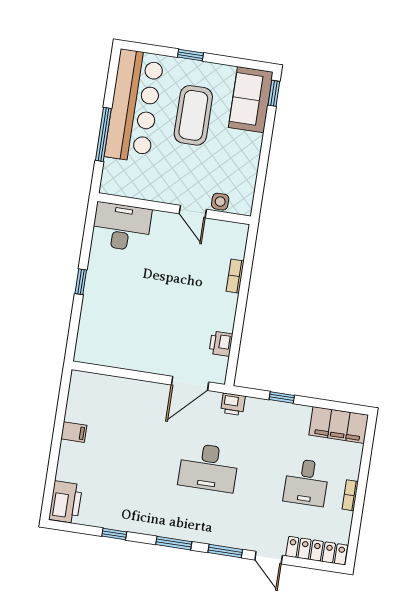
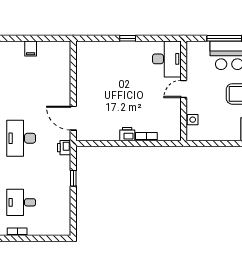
door: (193, 212) -> (184, 89), moved
printer: (221, 344) -> (127, 134), moved
filing cabinet: (339, 425) -> (61, 217), removed

